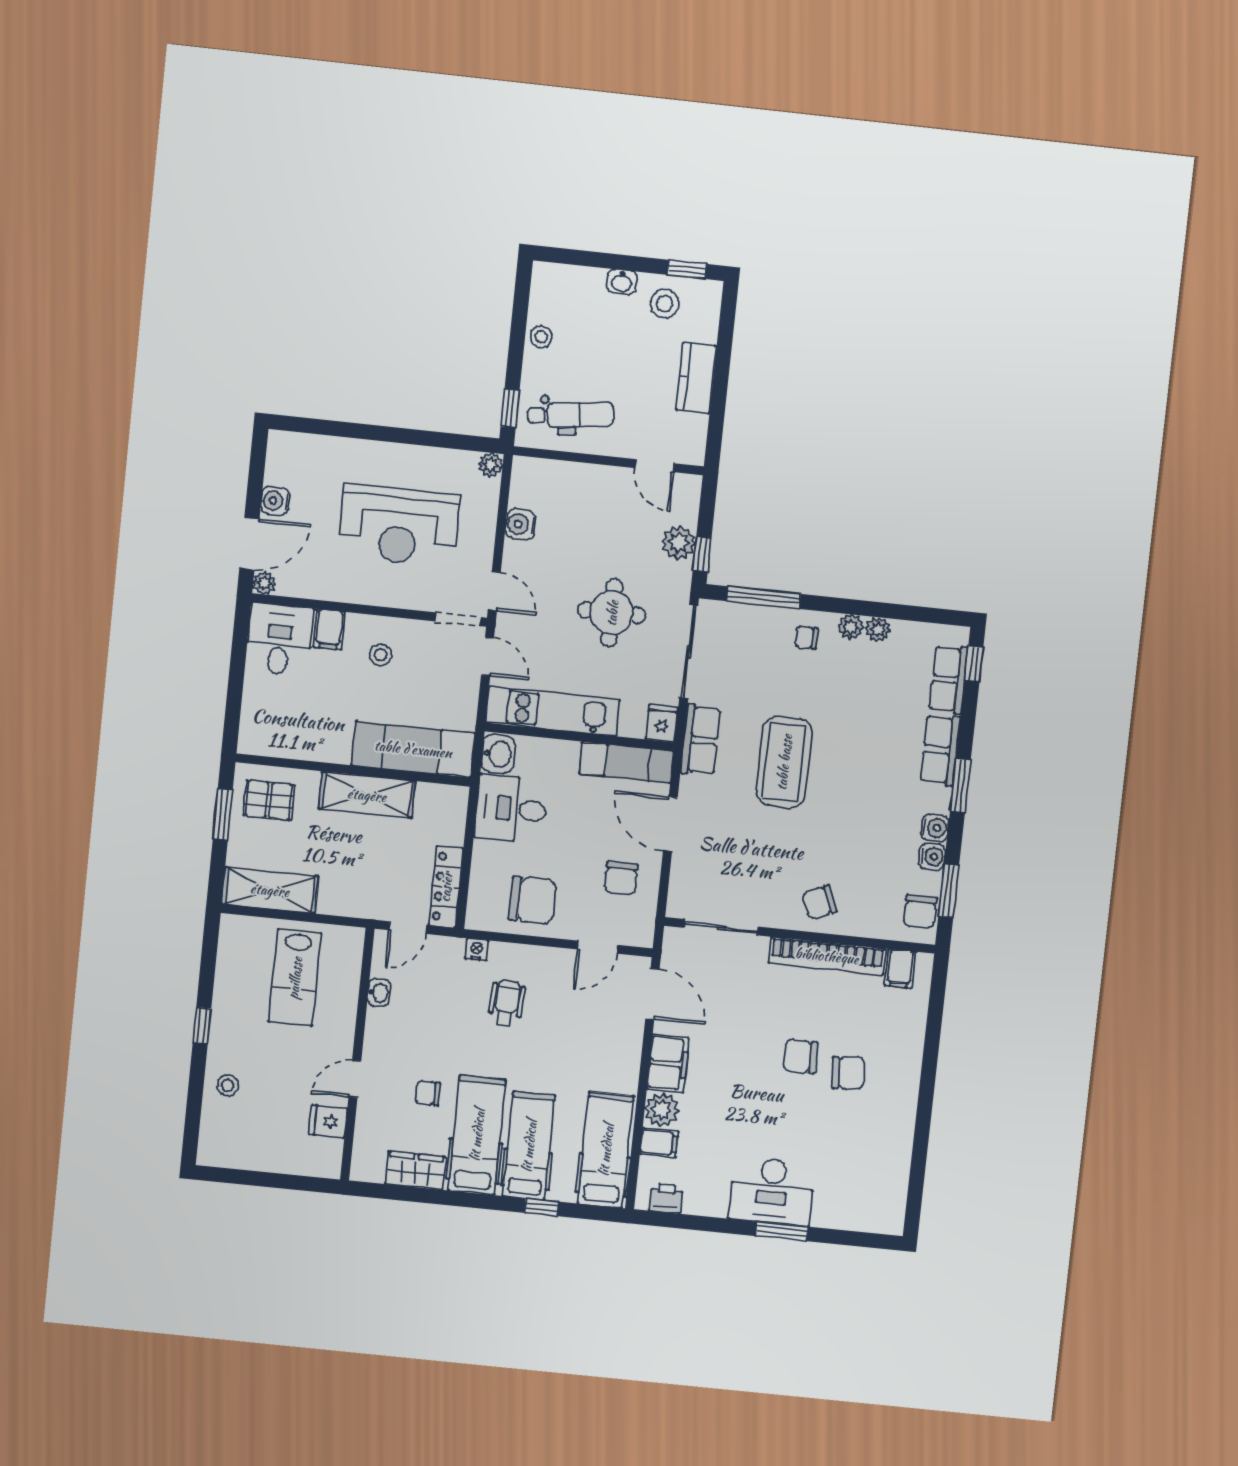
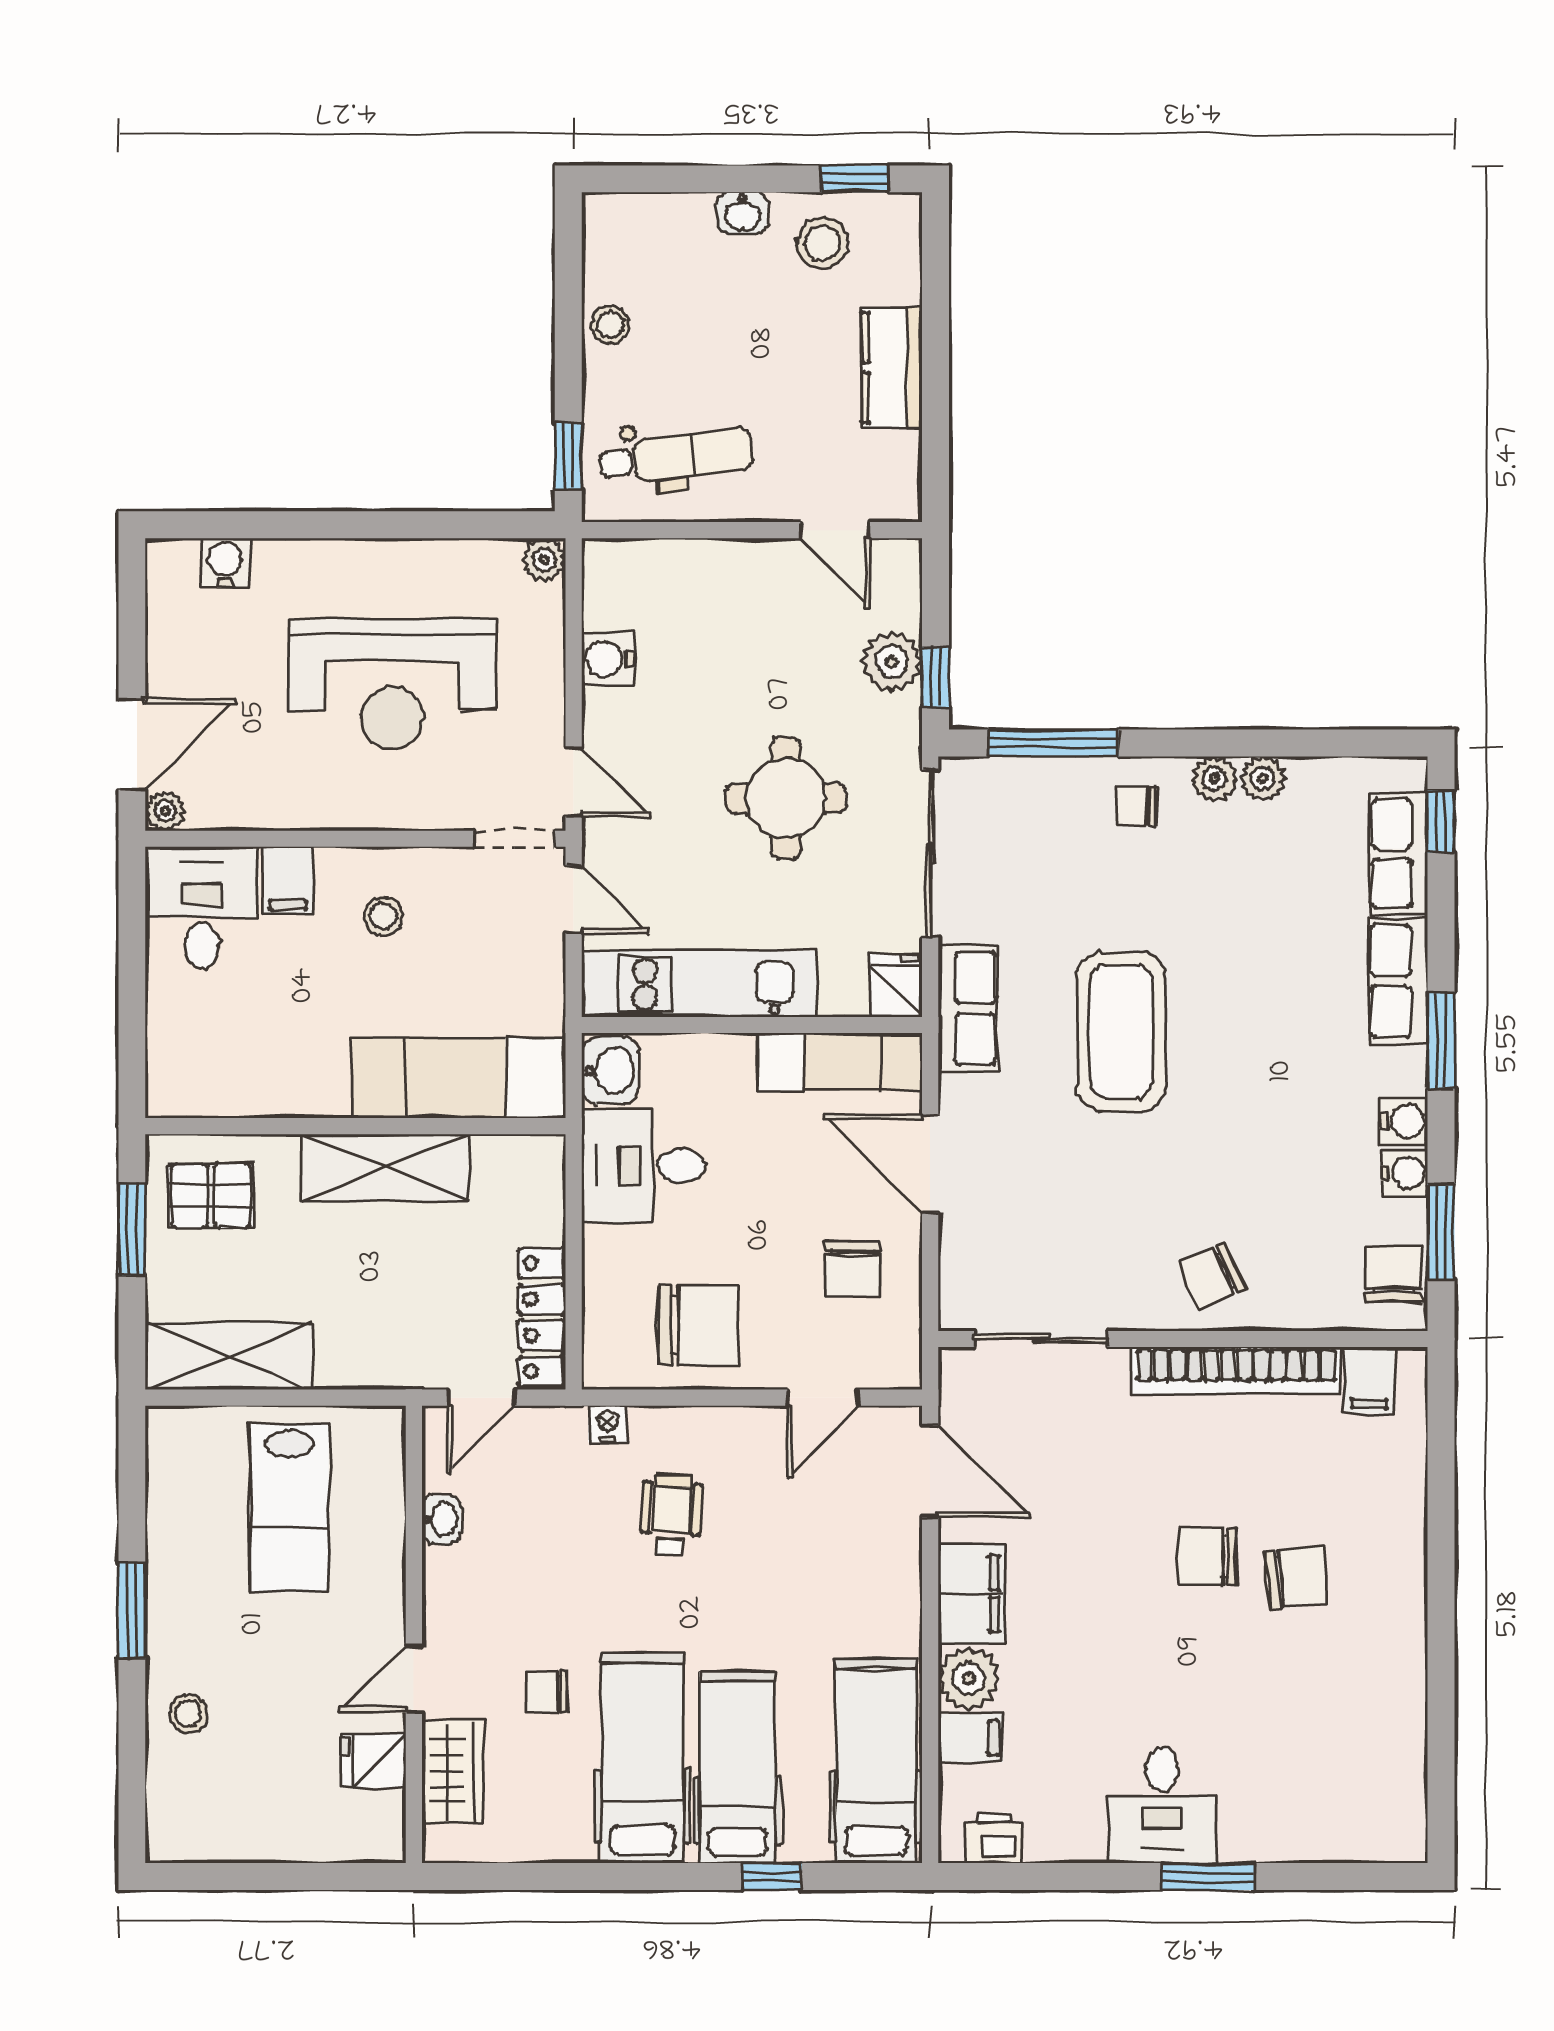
water cooler: (275, 501) -> (225, 563), moved, turned 90
chair: (920, 912) -> (1394, 1274), turned 180
window: (202, 1025) -> (132, 1611), width x1.50
wardrobe: (415, 1170) -> (452, 1771), moved, turned 90
desk: (772, 1191) -> (1162, 1805), width x0.73

